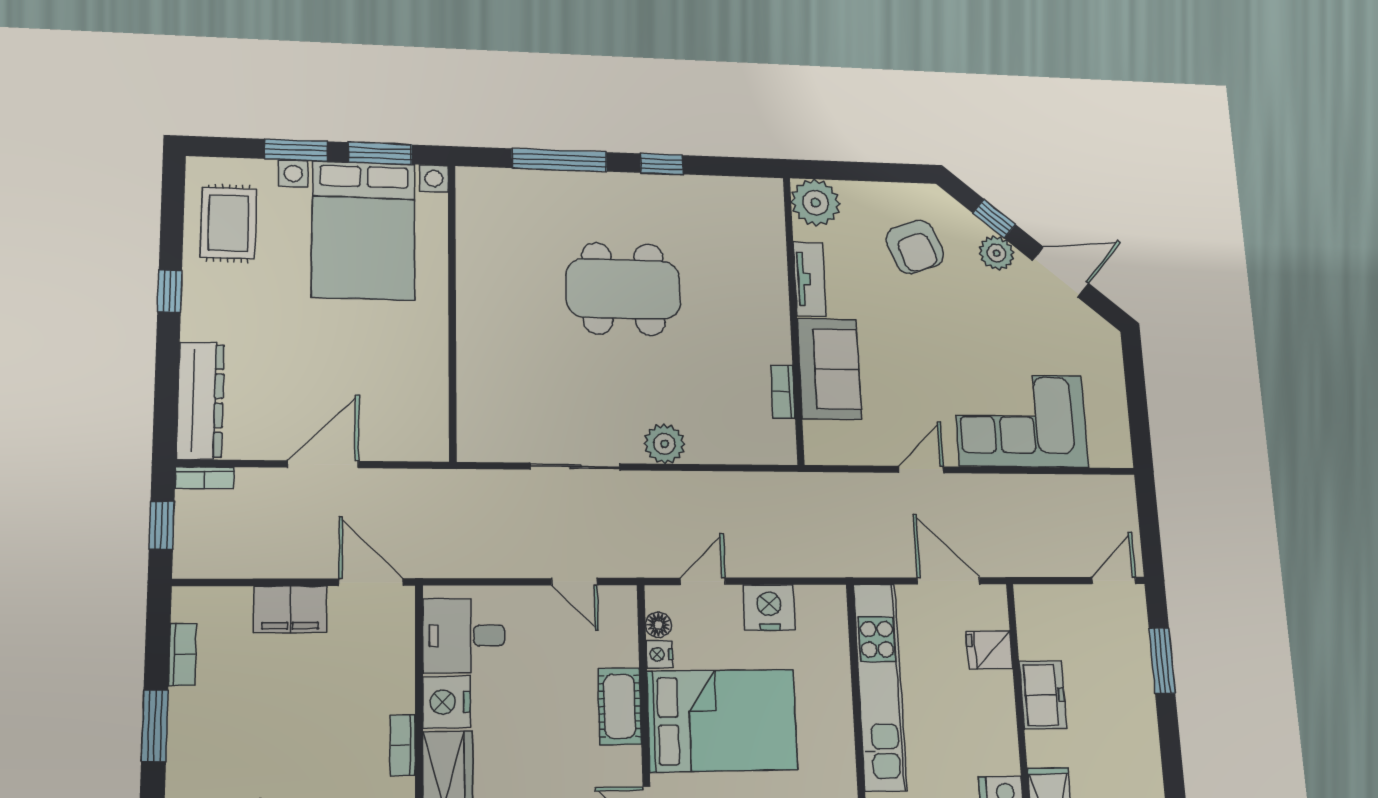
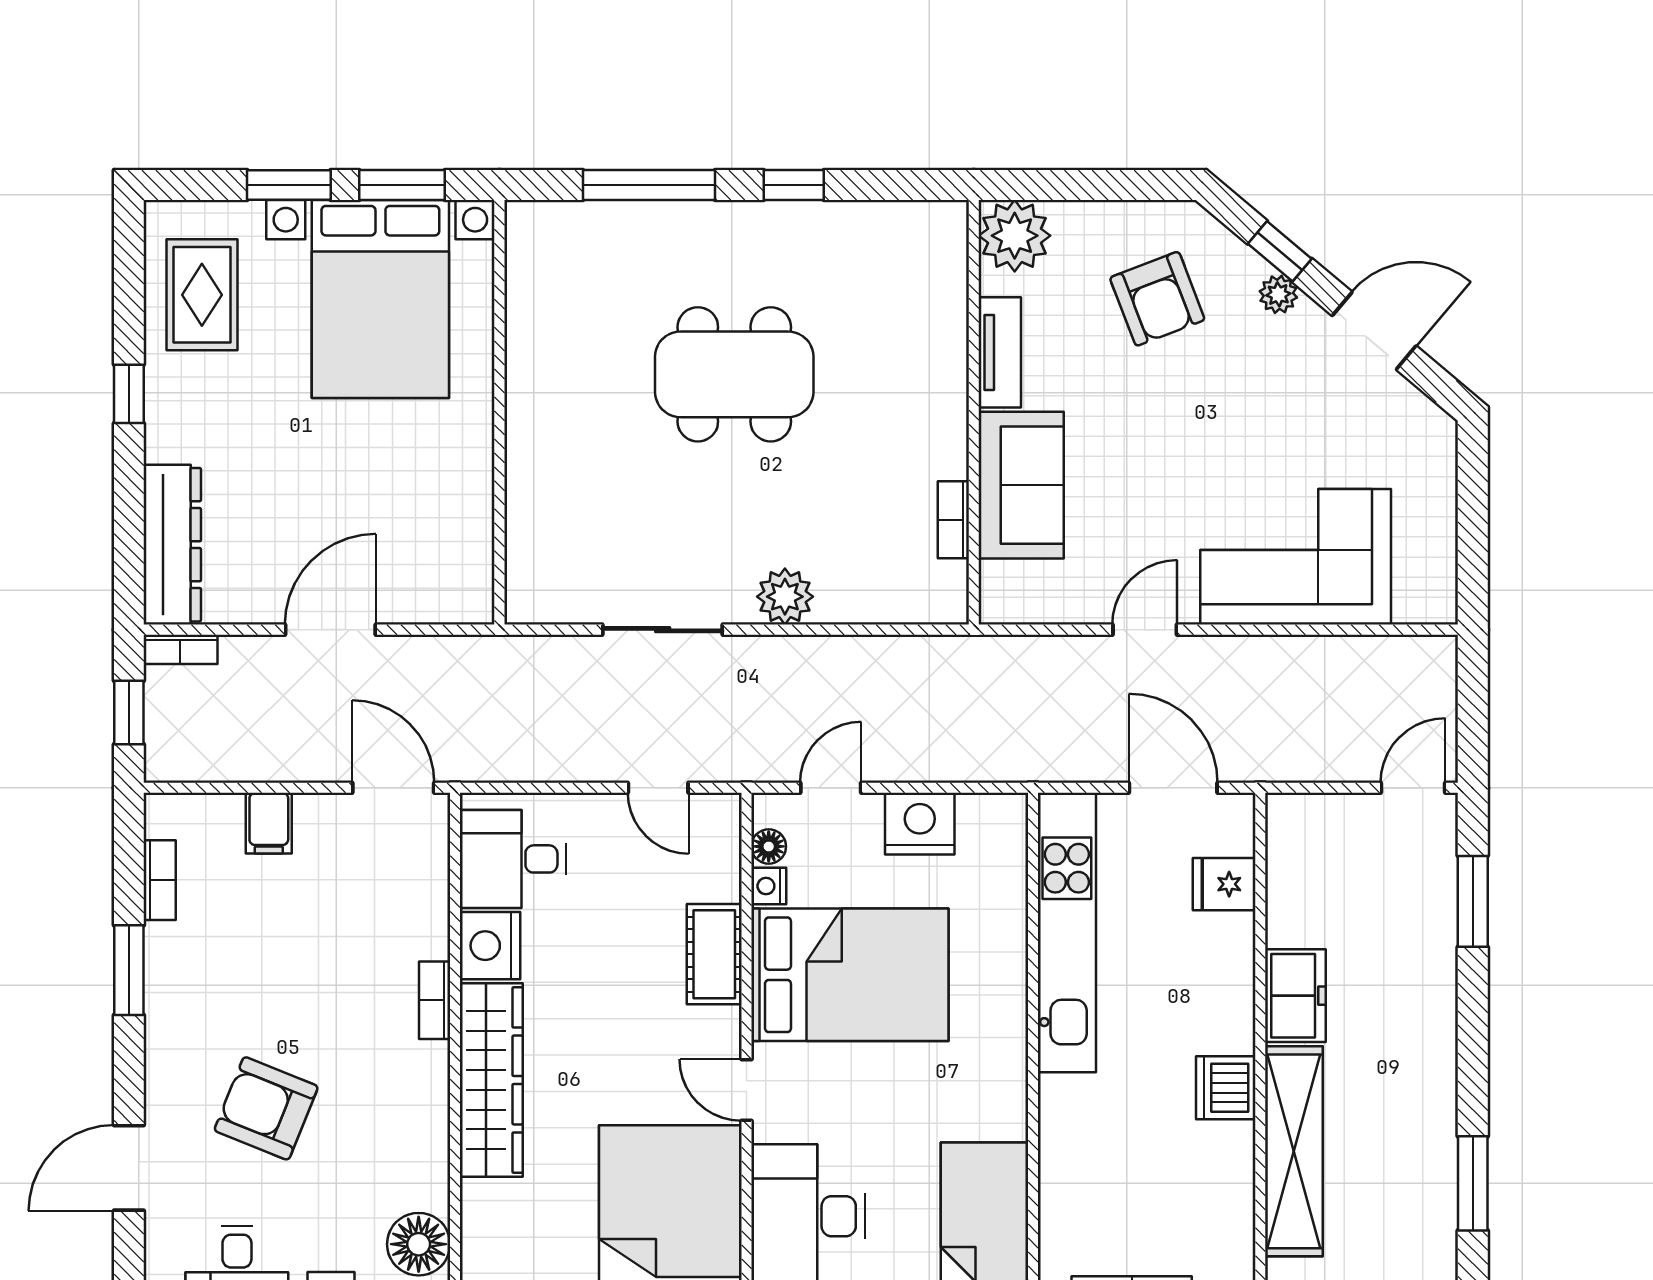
plant: (996, 253) -> (1278, 294), width x0.73, depth x0.73
filing cabinet: (290, 609) -> (269, 823), width x0.50
freezer: (1043, 695) -> (1295, 996), moved

